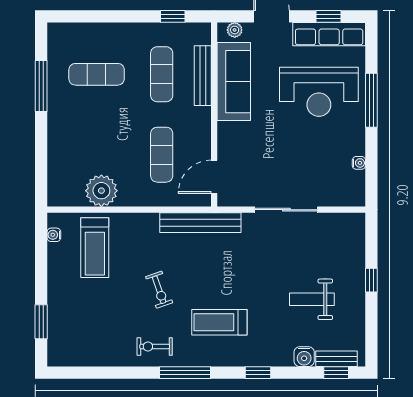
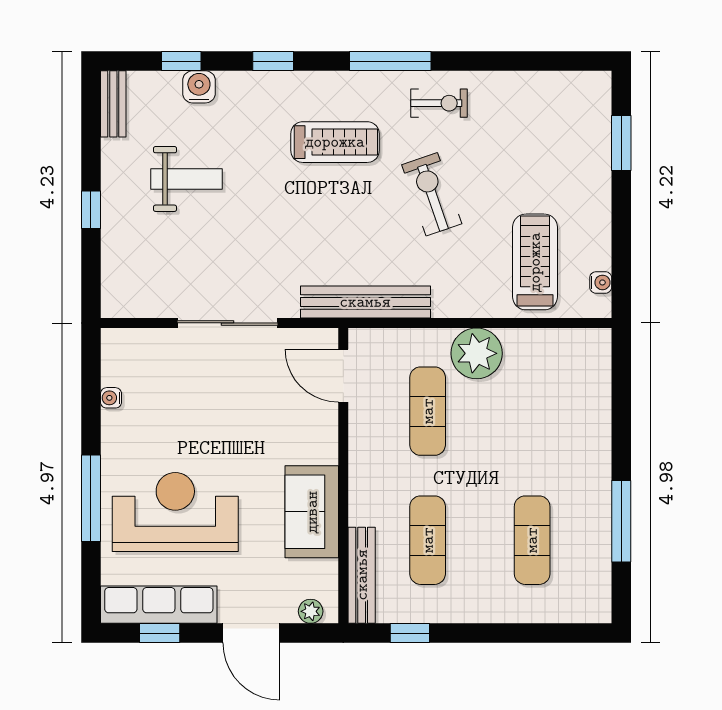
exercise mat: (97, 74) -> (532, 540), turned 90
bench: (203, 76) -> (362, 575), moved
sofa: (234, 82) -> (312, 512), width x0.73
door: (214, 177) -> (343, 376), swing flipped
plant: (101, 191) -> (477, 353), moved
exercise bike: (159, 290) -> (432, 194), width x1.38, depth x1.39
bench: (336, 359) -> (113, 104), moved, turned 90
window: (336, 373) -> (181, 61), moved

